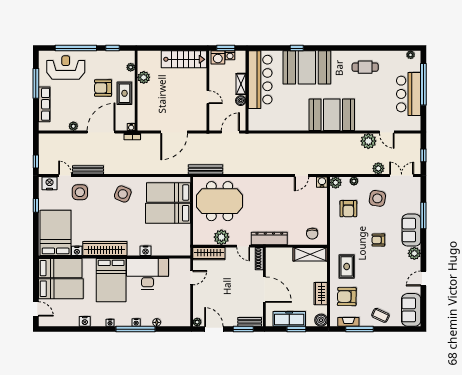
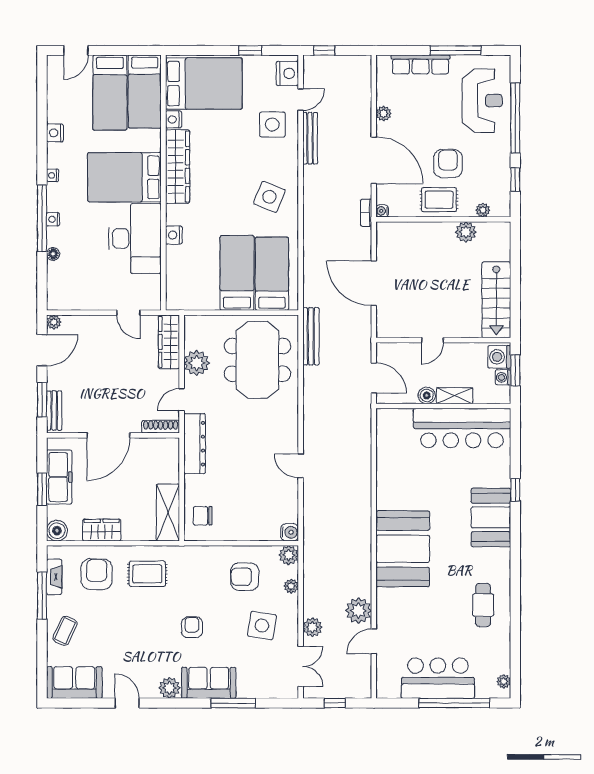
booth: (307, 67) -> (491, 517), width x0.73, depth x0.70
door: (301, 175) -> (301, 466), moved

